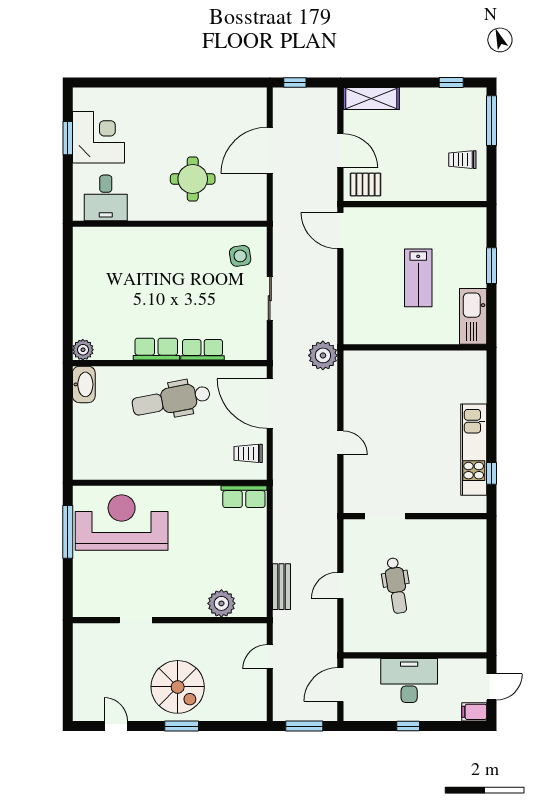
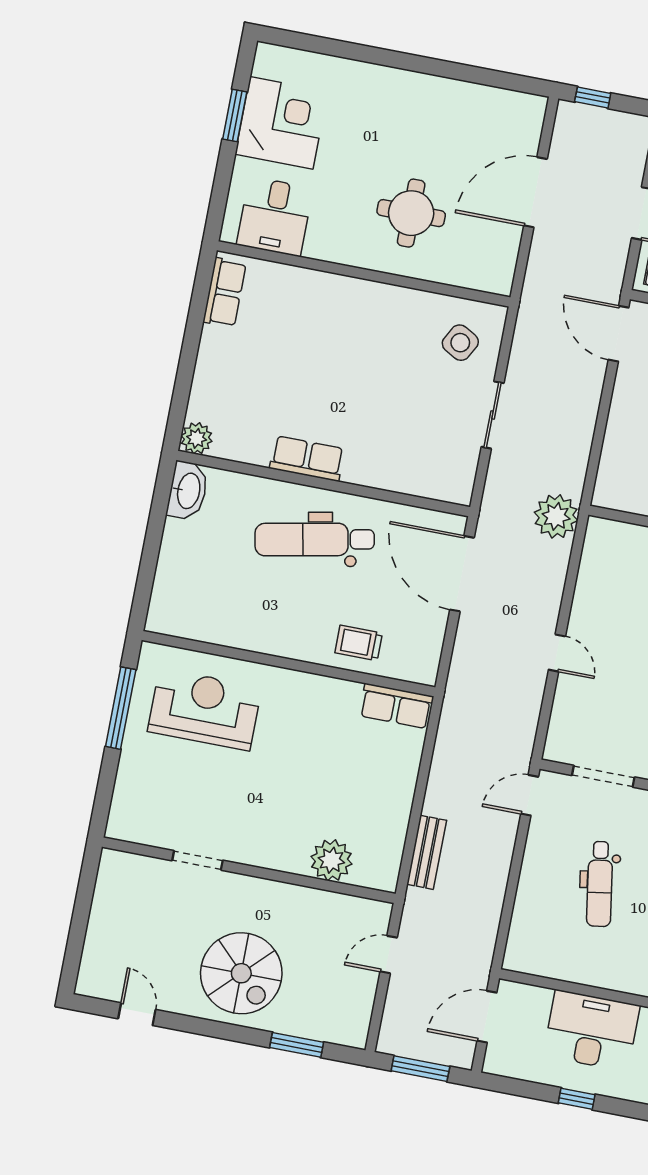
side table: (240, 256) -> (460, 343), turned 38
row of seats: (203, 350) -> (225, 293), moved, turned 90
trolley: (248, 453) -> (359, 643), moved
reception desk: (122, 522) -> (205, 709), width x0.74, depth x0.77
door: (340, 585) -> (530, 795), moved
window: (182, 726) -> (297, 1045), moved

